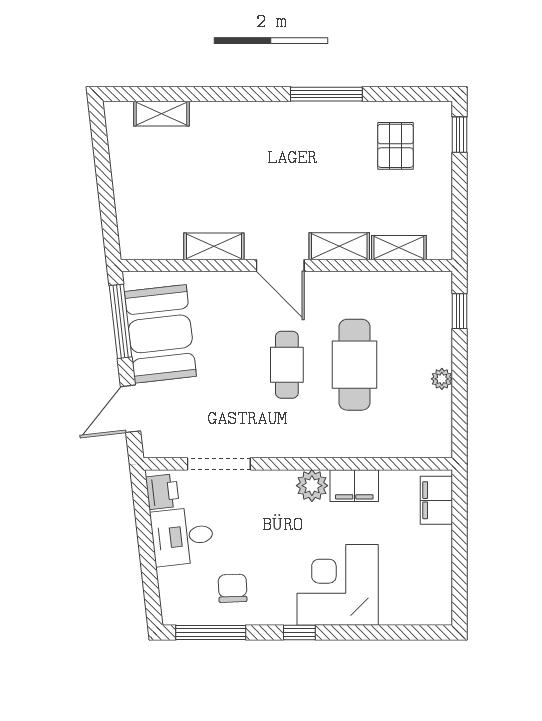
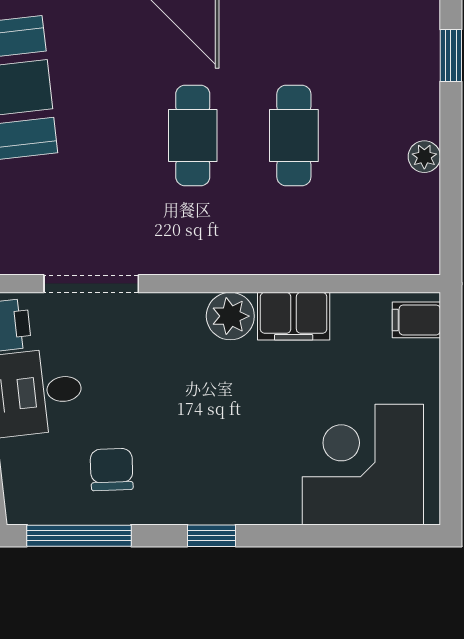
cafe table: (355, 365) -> (294, 135), width x0.73, depth x0.74
filing cabinet: (436, 500) -> (416, 320), width x0.50
corner desk: (338, 585) -> (363, 465), moved

